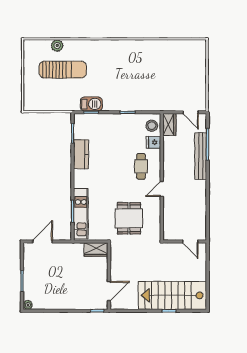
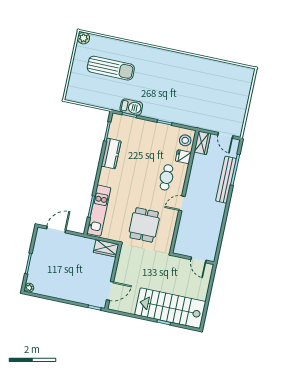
plant: (57, 46) -> (84, 38), moved

